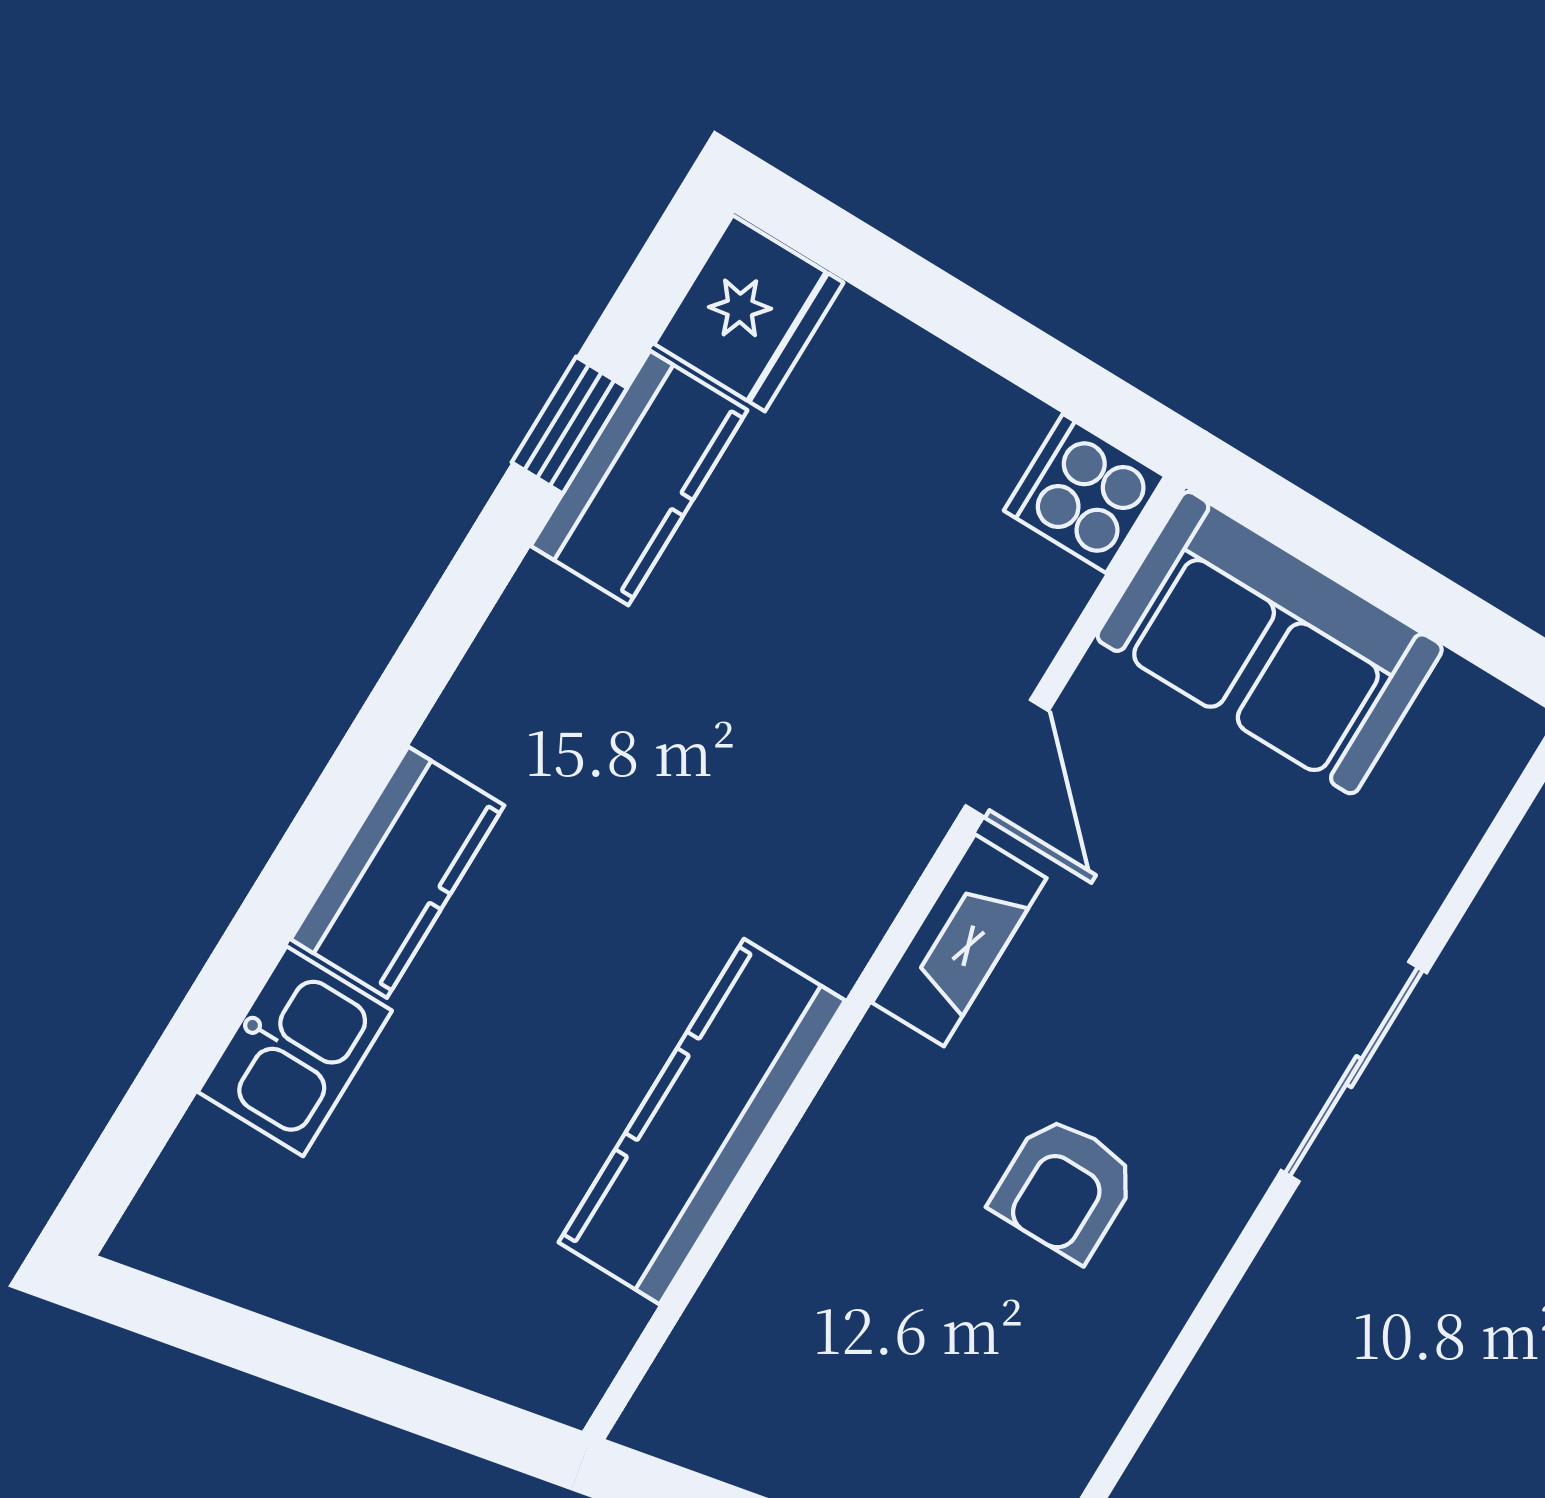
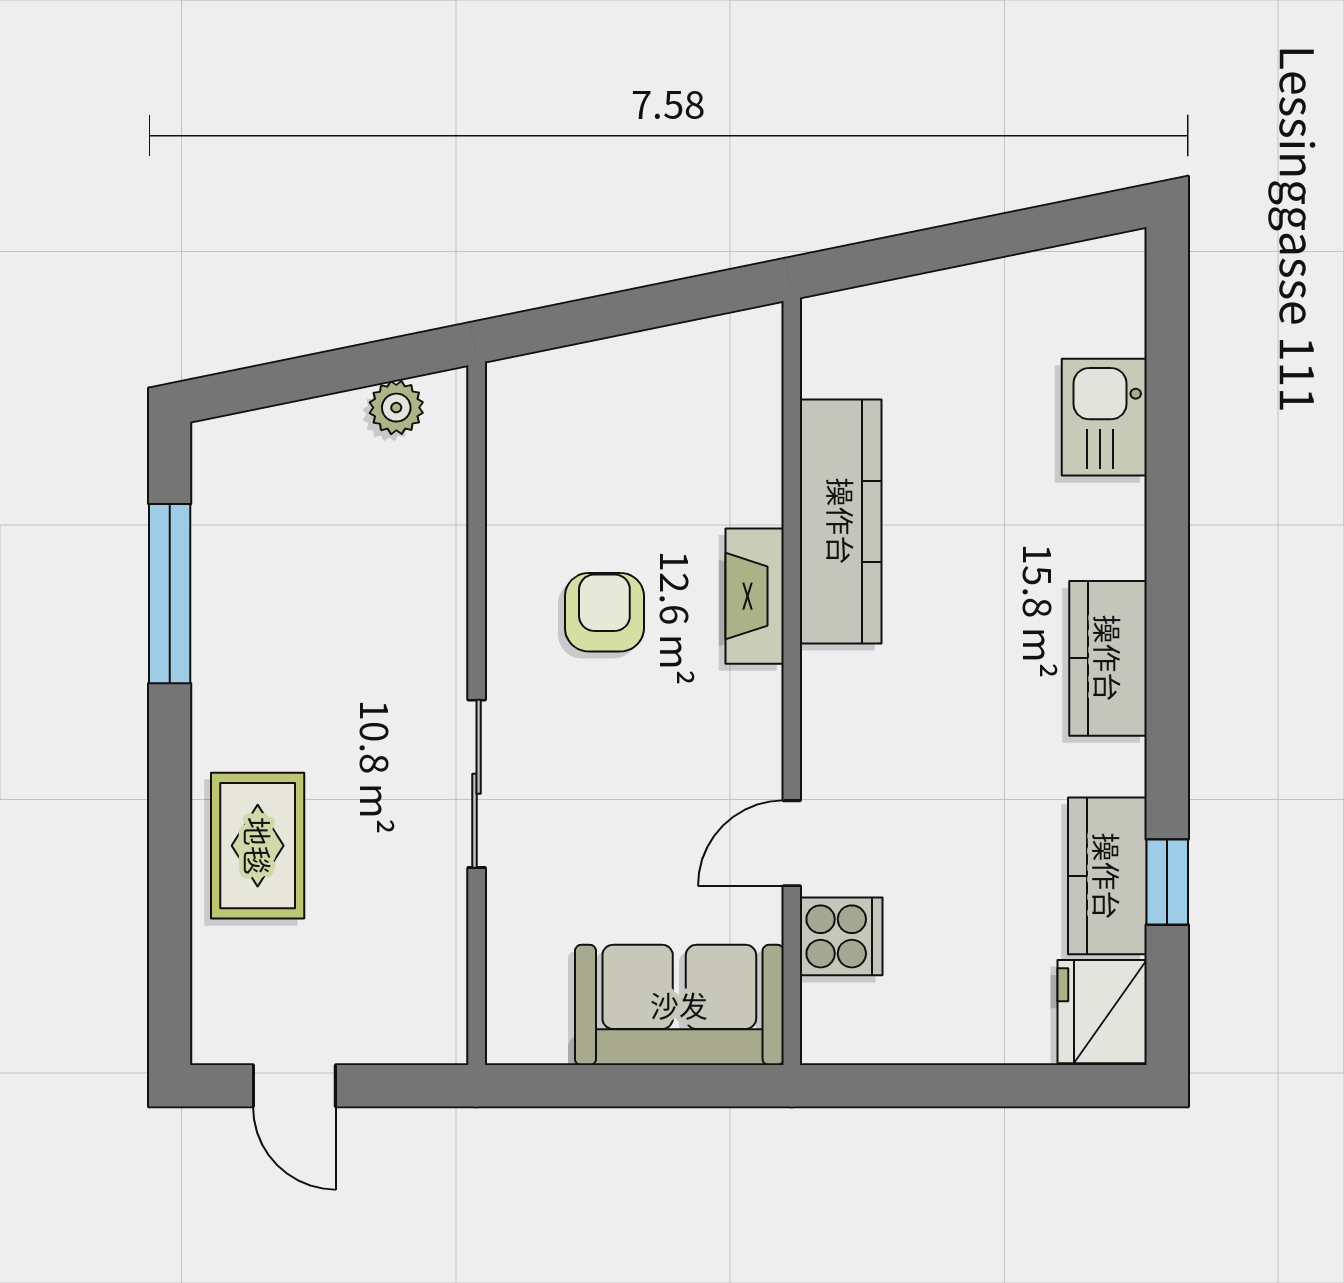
cooker: (1085, 493) -> (841, 936), moved
door: (1007, 758) -> (792, 843), hinge flipped
kitchen counter: (398, 872) -> (1108, 658), moved
fireplace: (959, 940) -> (755, 596), moved

